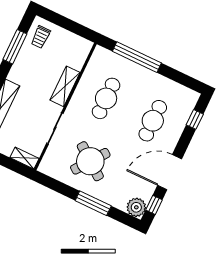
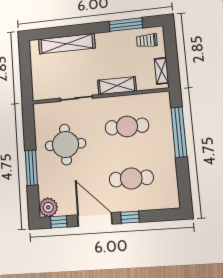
window: (195, 119) -> (130, 217), moved
shelving: (25, 158) -> (161, 71), moved
round table: (90, 161) -> (66, 145), turned -37

